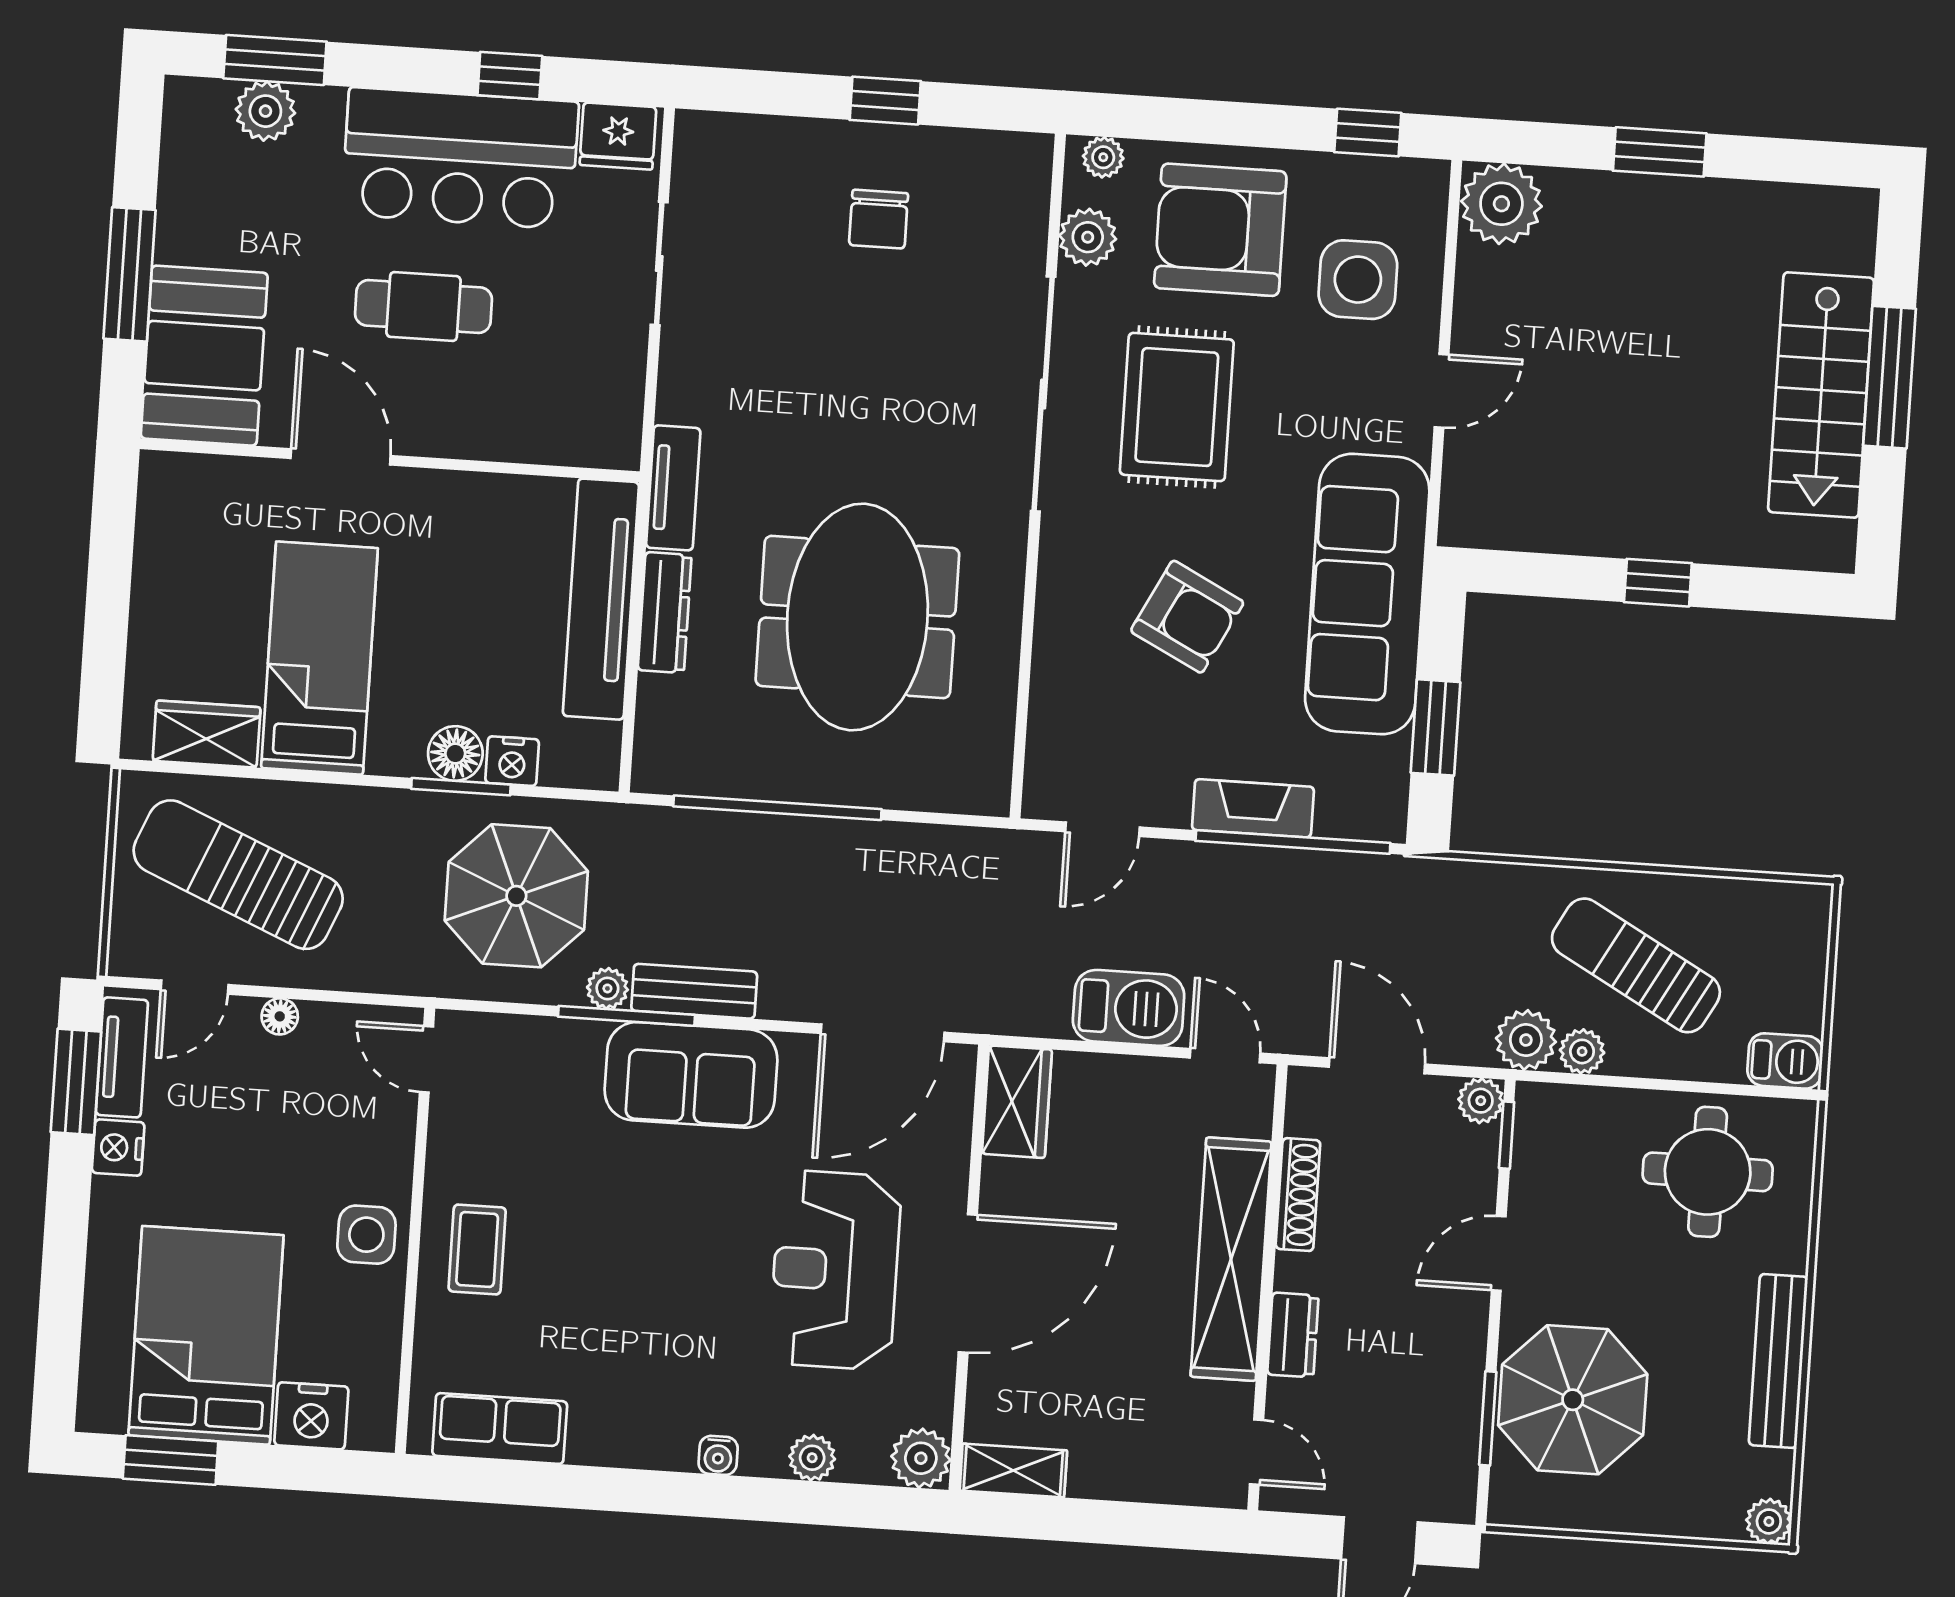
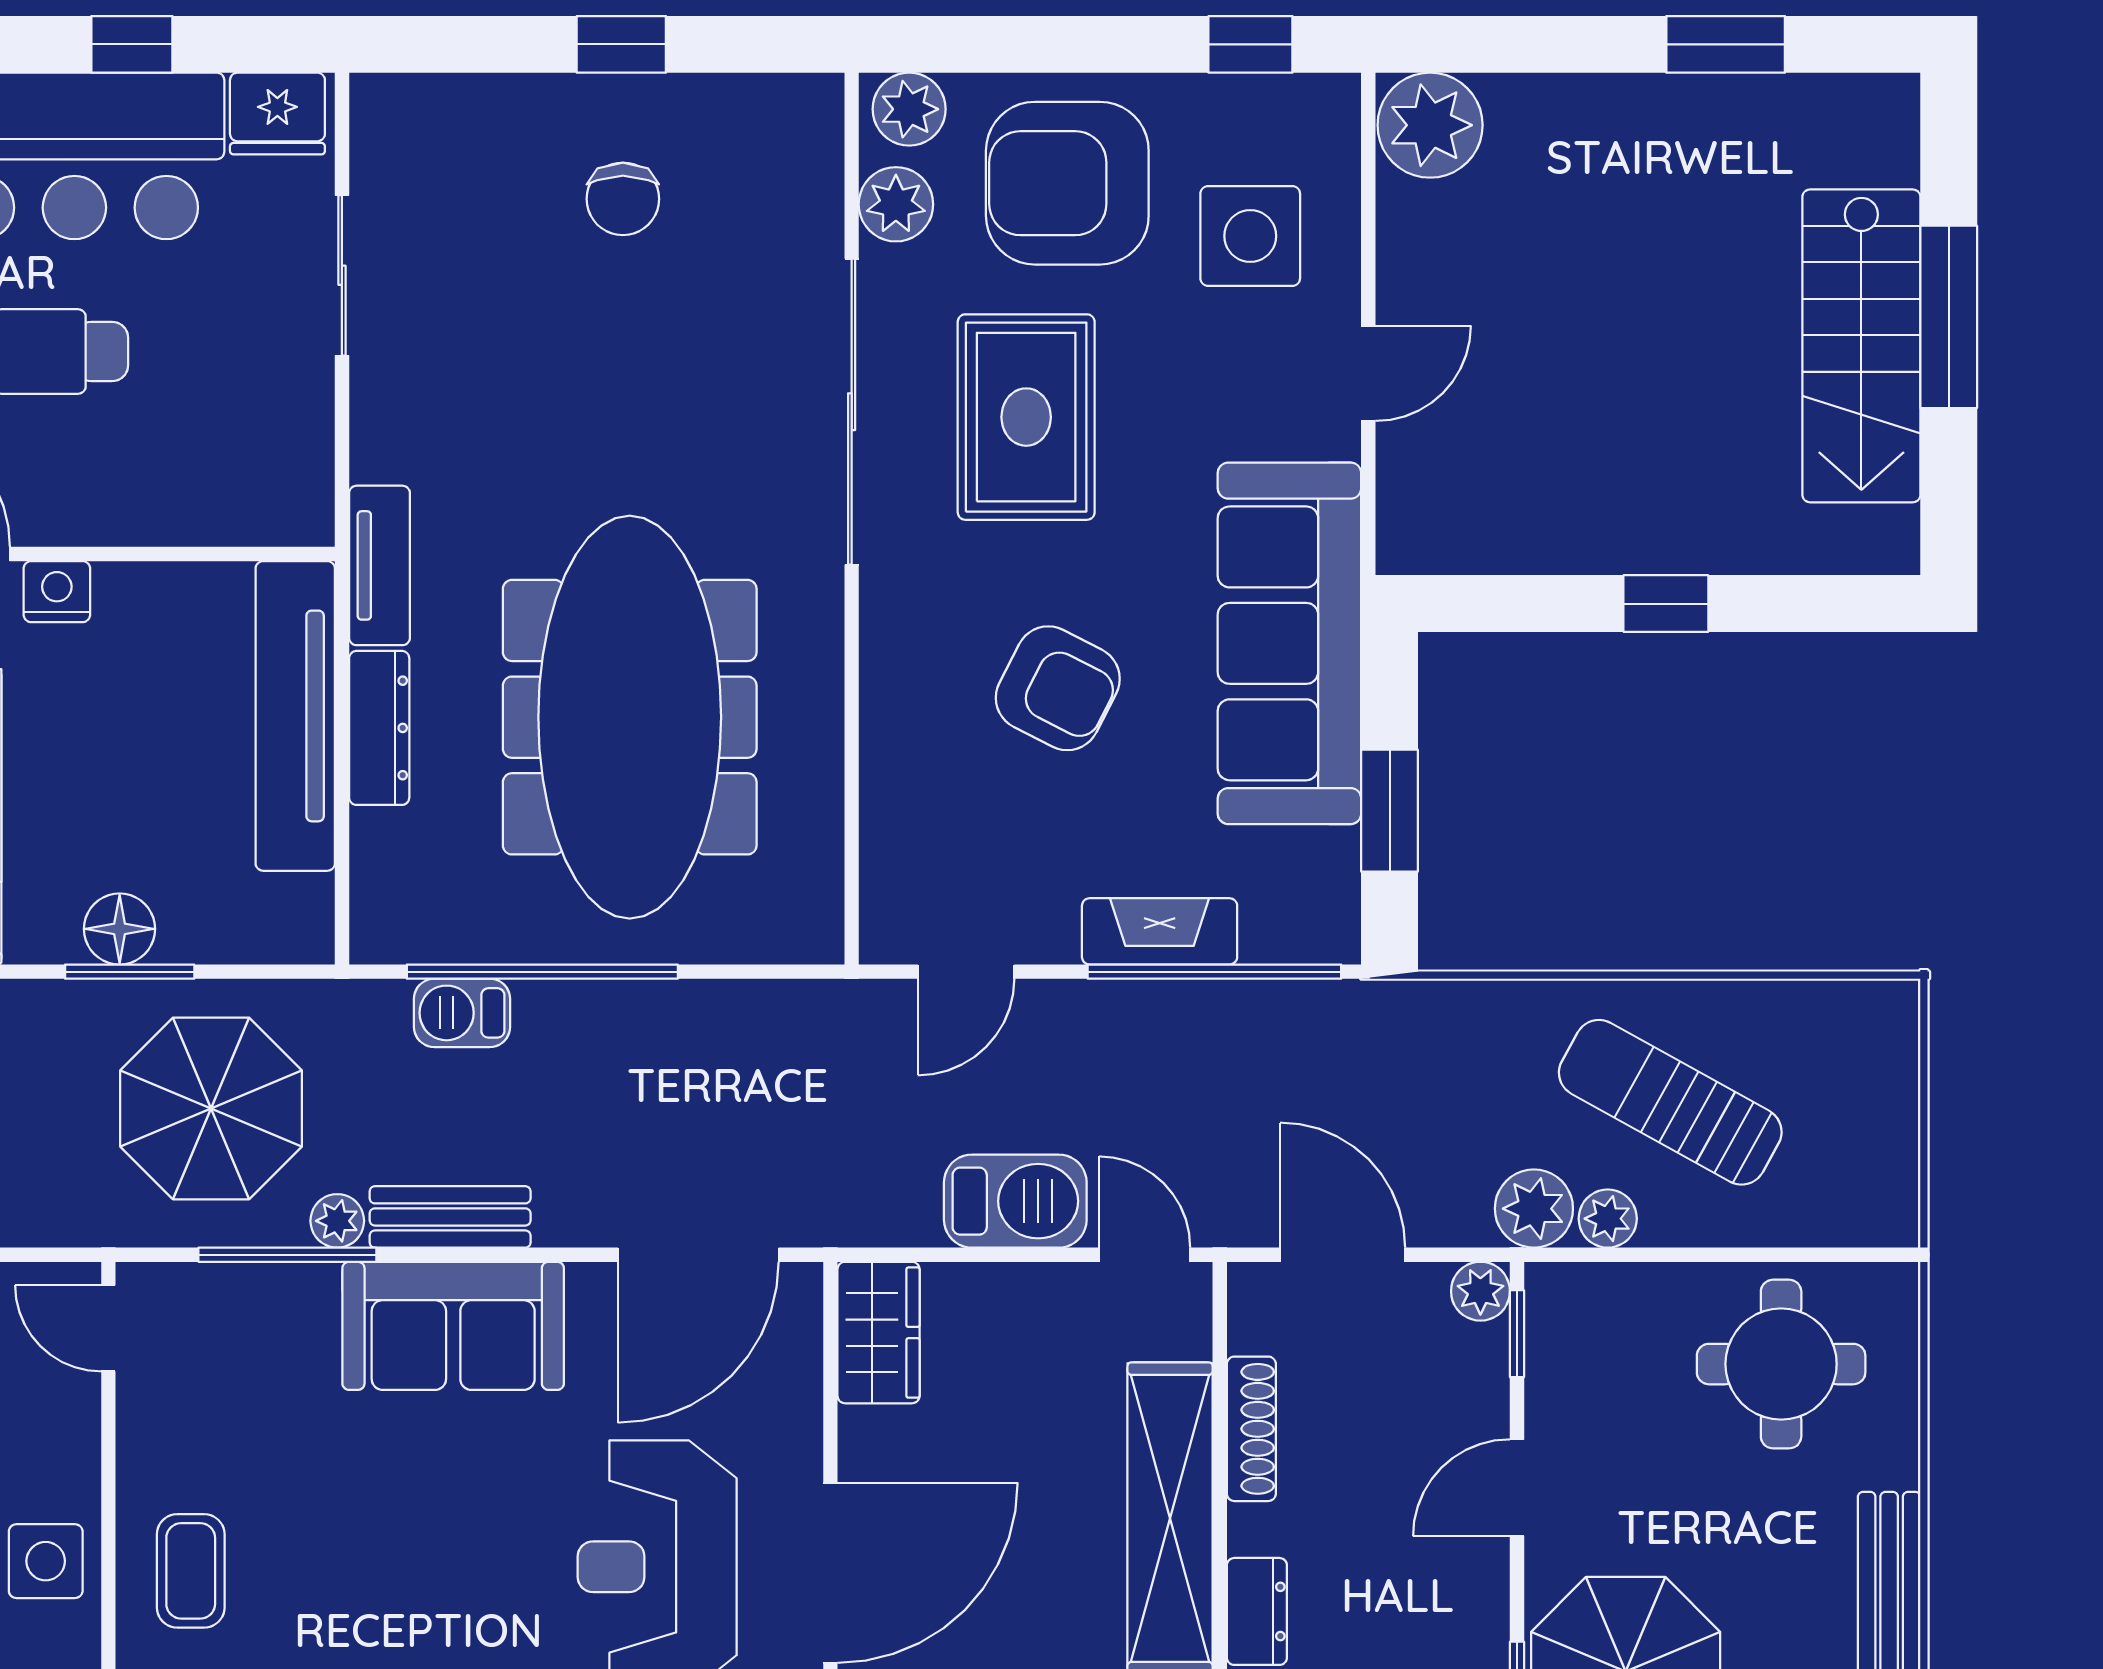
window: (1660, 152) -> (1726, 44), moved
plant: (1103, 157) -> (909, 109), width x1.38, depth x1.38
meeting table: (857, 617) -> (630, 717), width x1.36
nightstand: (512, 761) -> (57, 592), moved, turned 180
window: (627, 1016) -> (287, 1255), moved
barbecue: (1785, 1061) -> (462, 1013), moved, turned 180

